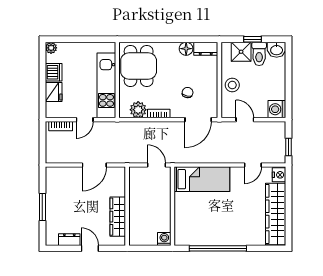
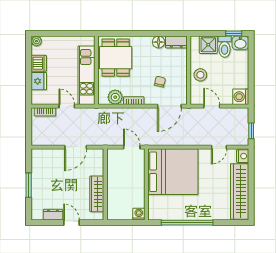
window: (253, 39) -> (234, 33), moved
door: (85, 120) -> (67, 106), swing flipped
bed: (202, 179) -> (173, 172), width x2.04

